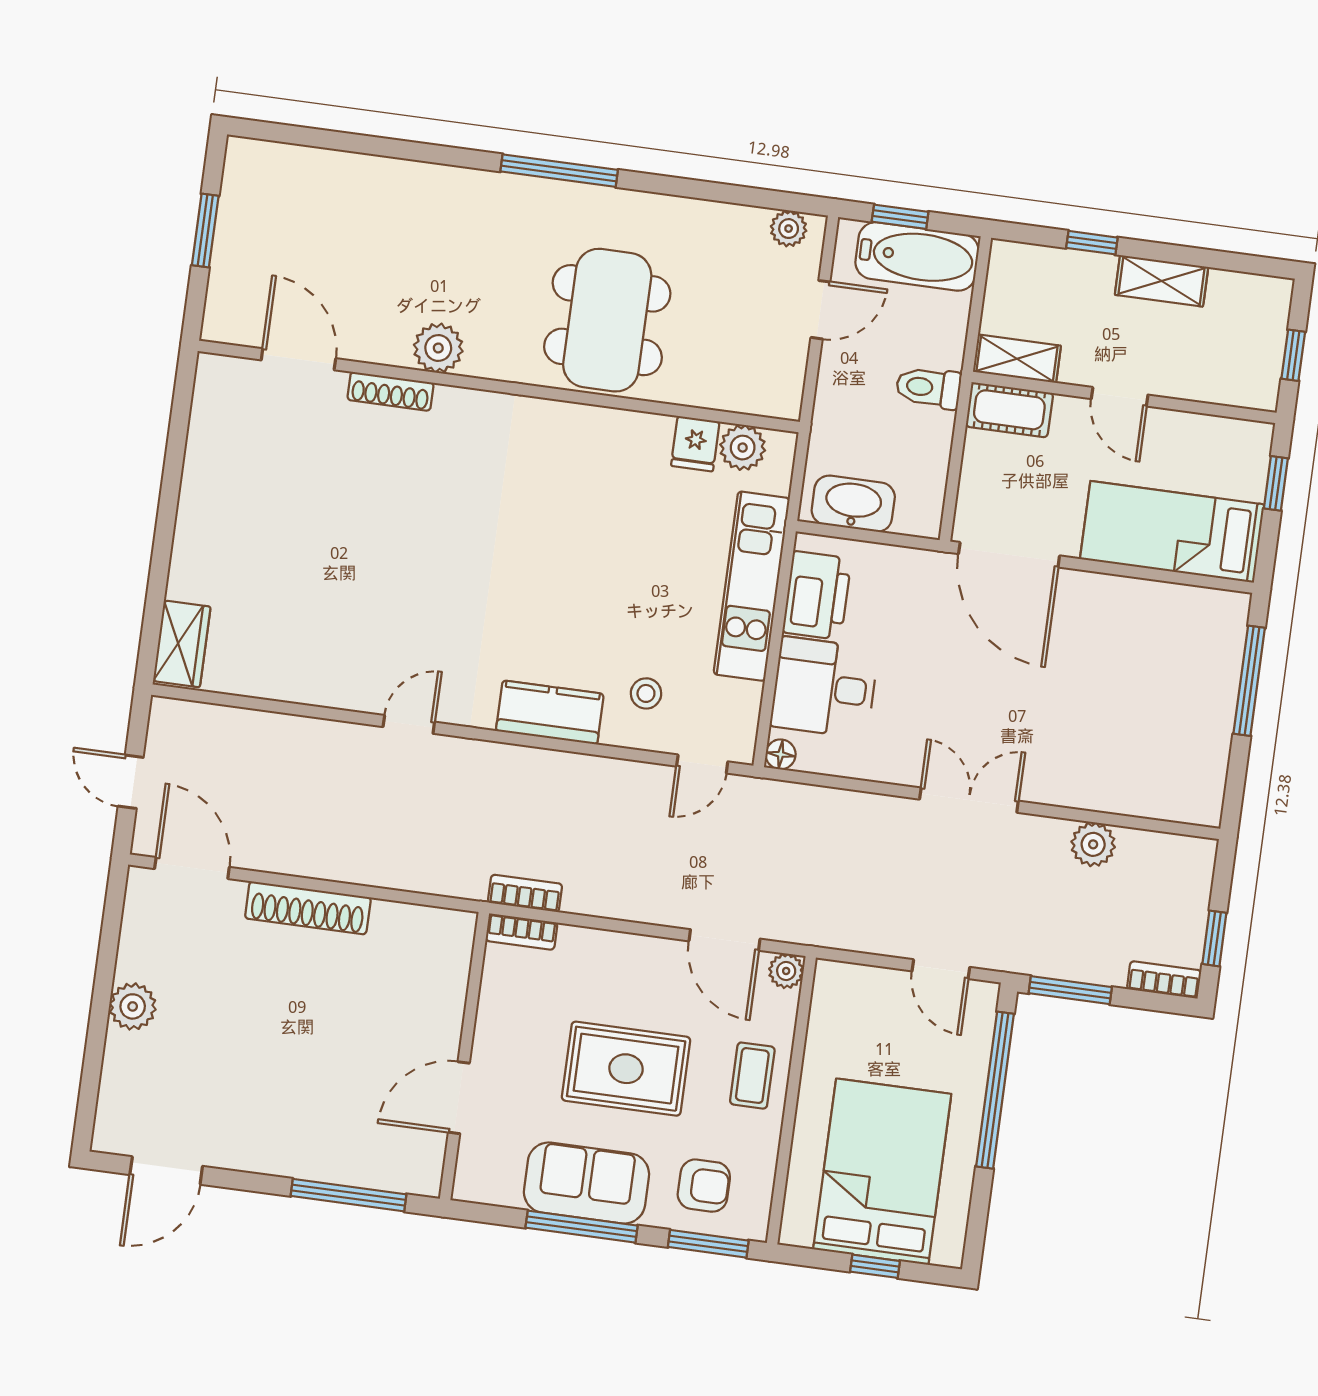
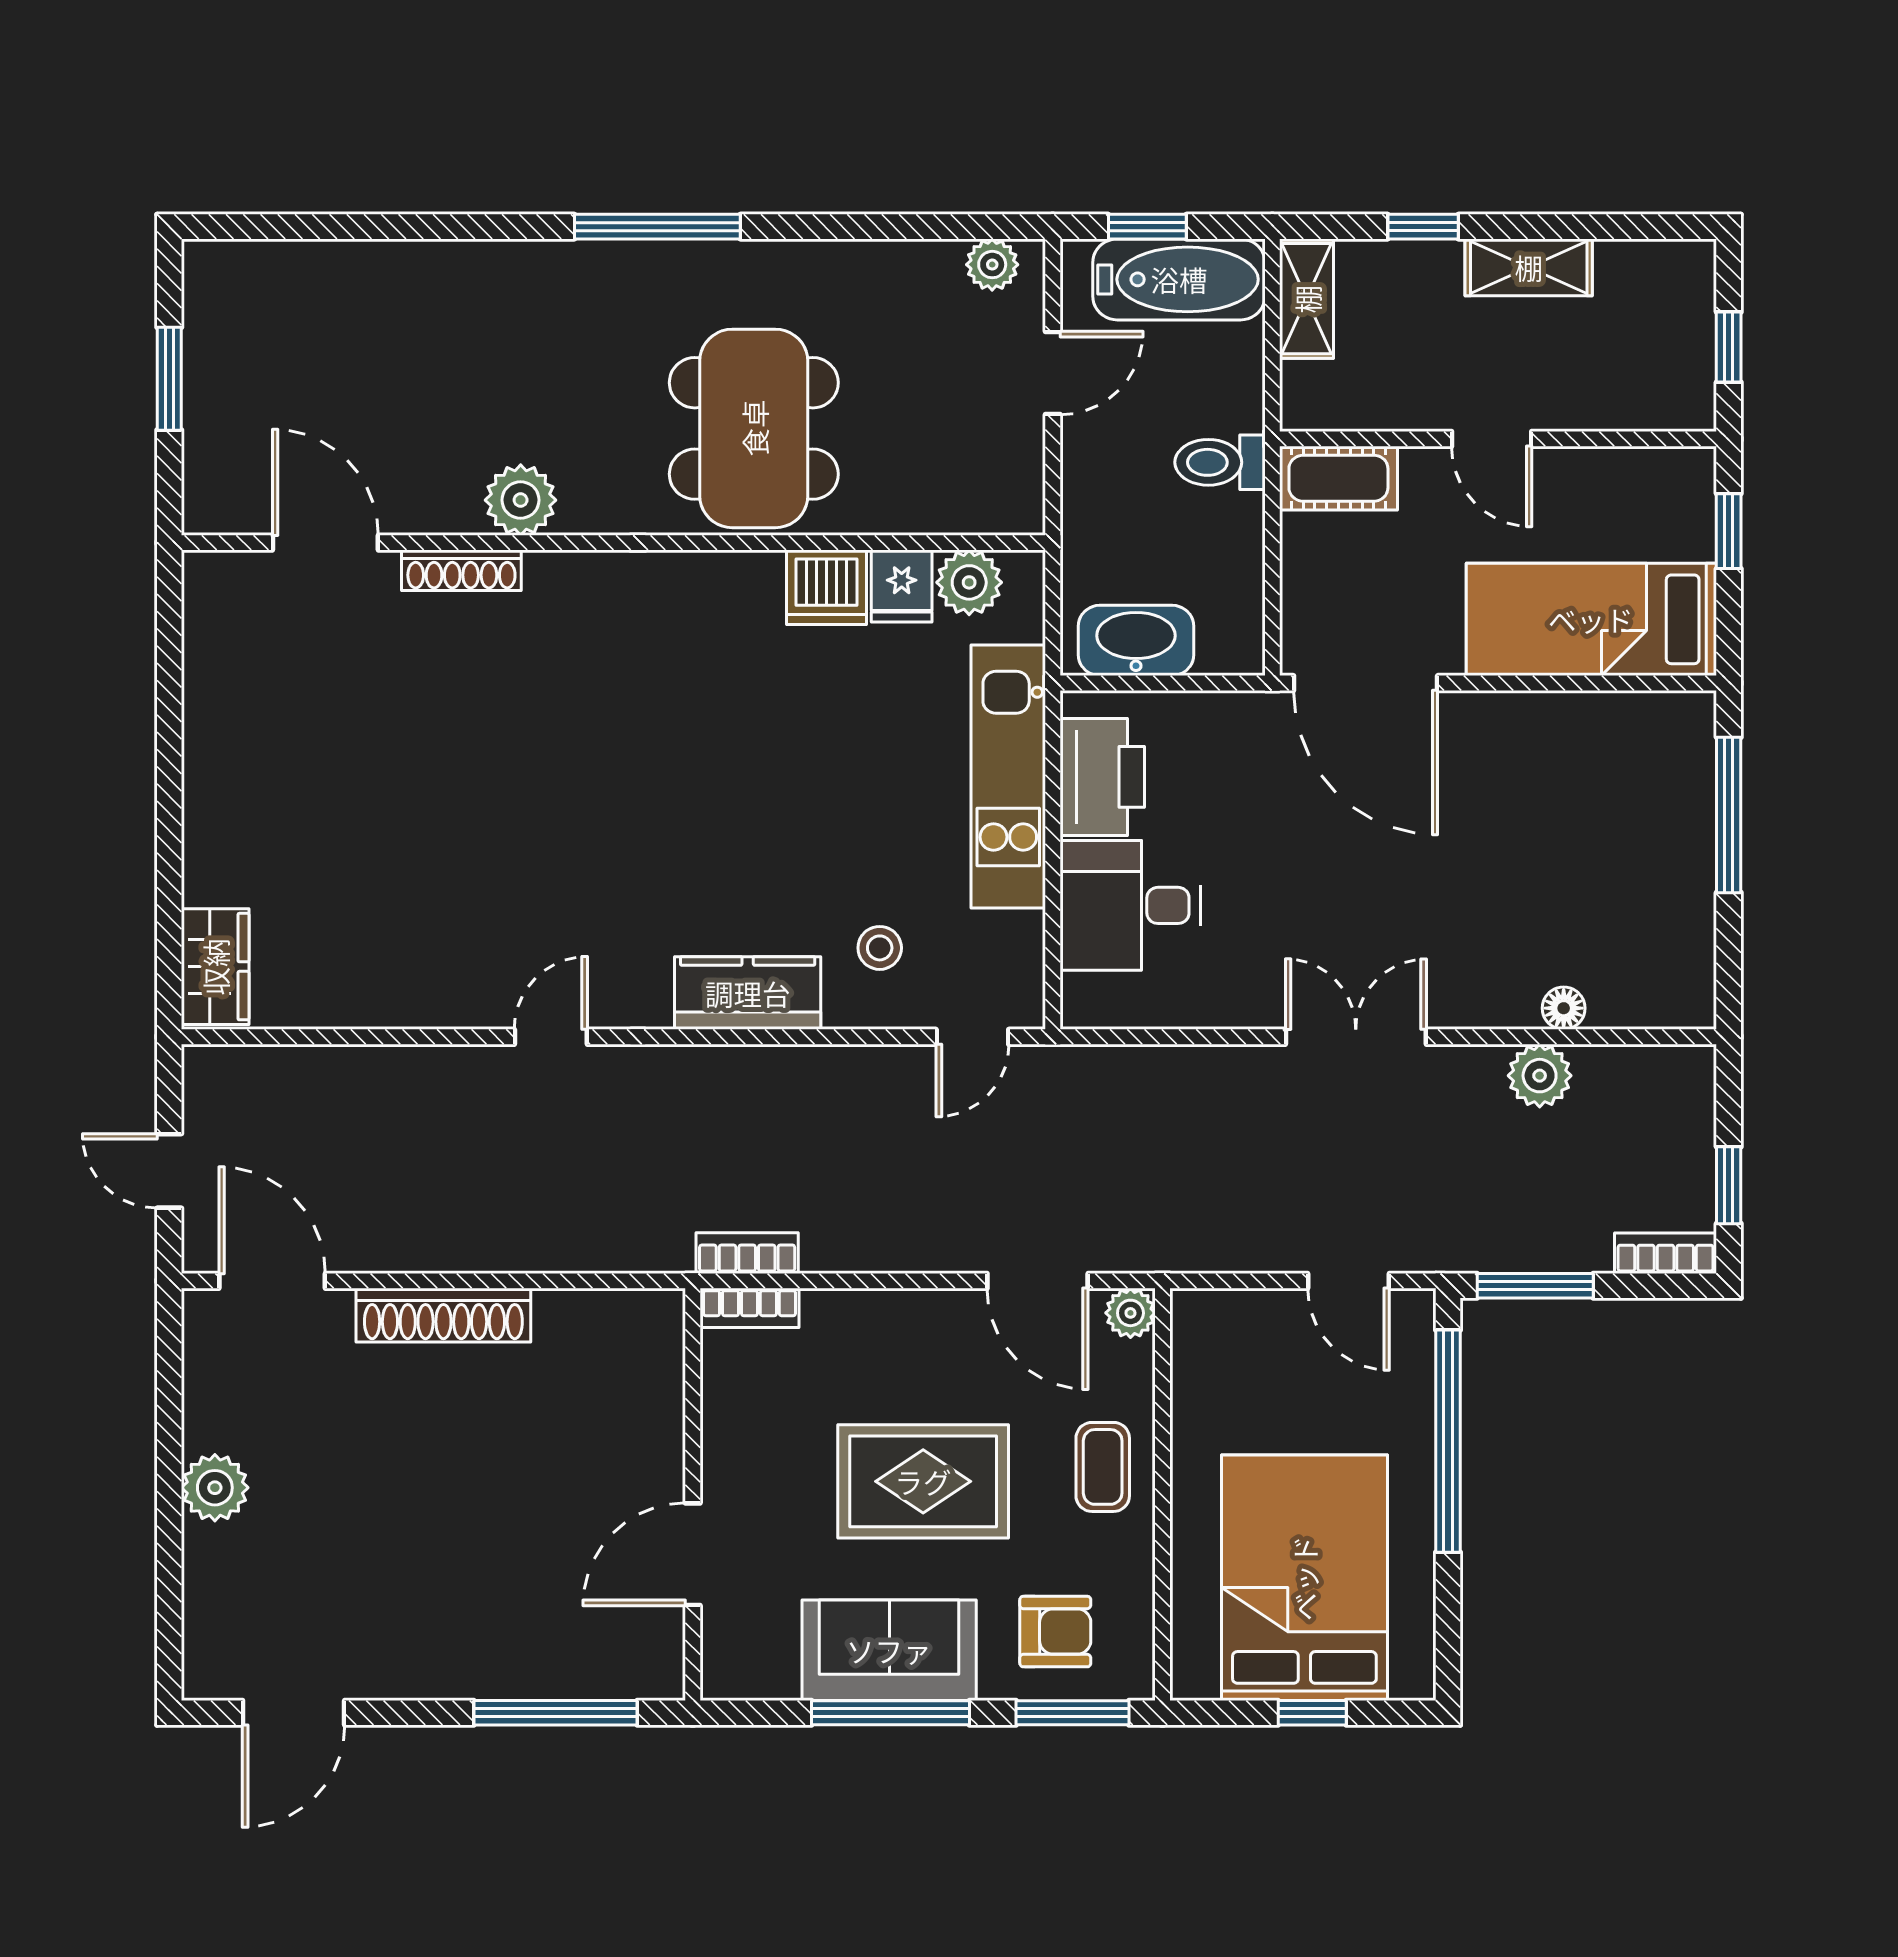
shelving: (1017, 359) -> (1307, 299), moved, turned 90
dishwasher: (643, 438) -> (827, 587), added
floor lamp: (781, 754) -> (1564, 1008), moved

